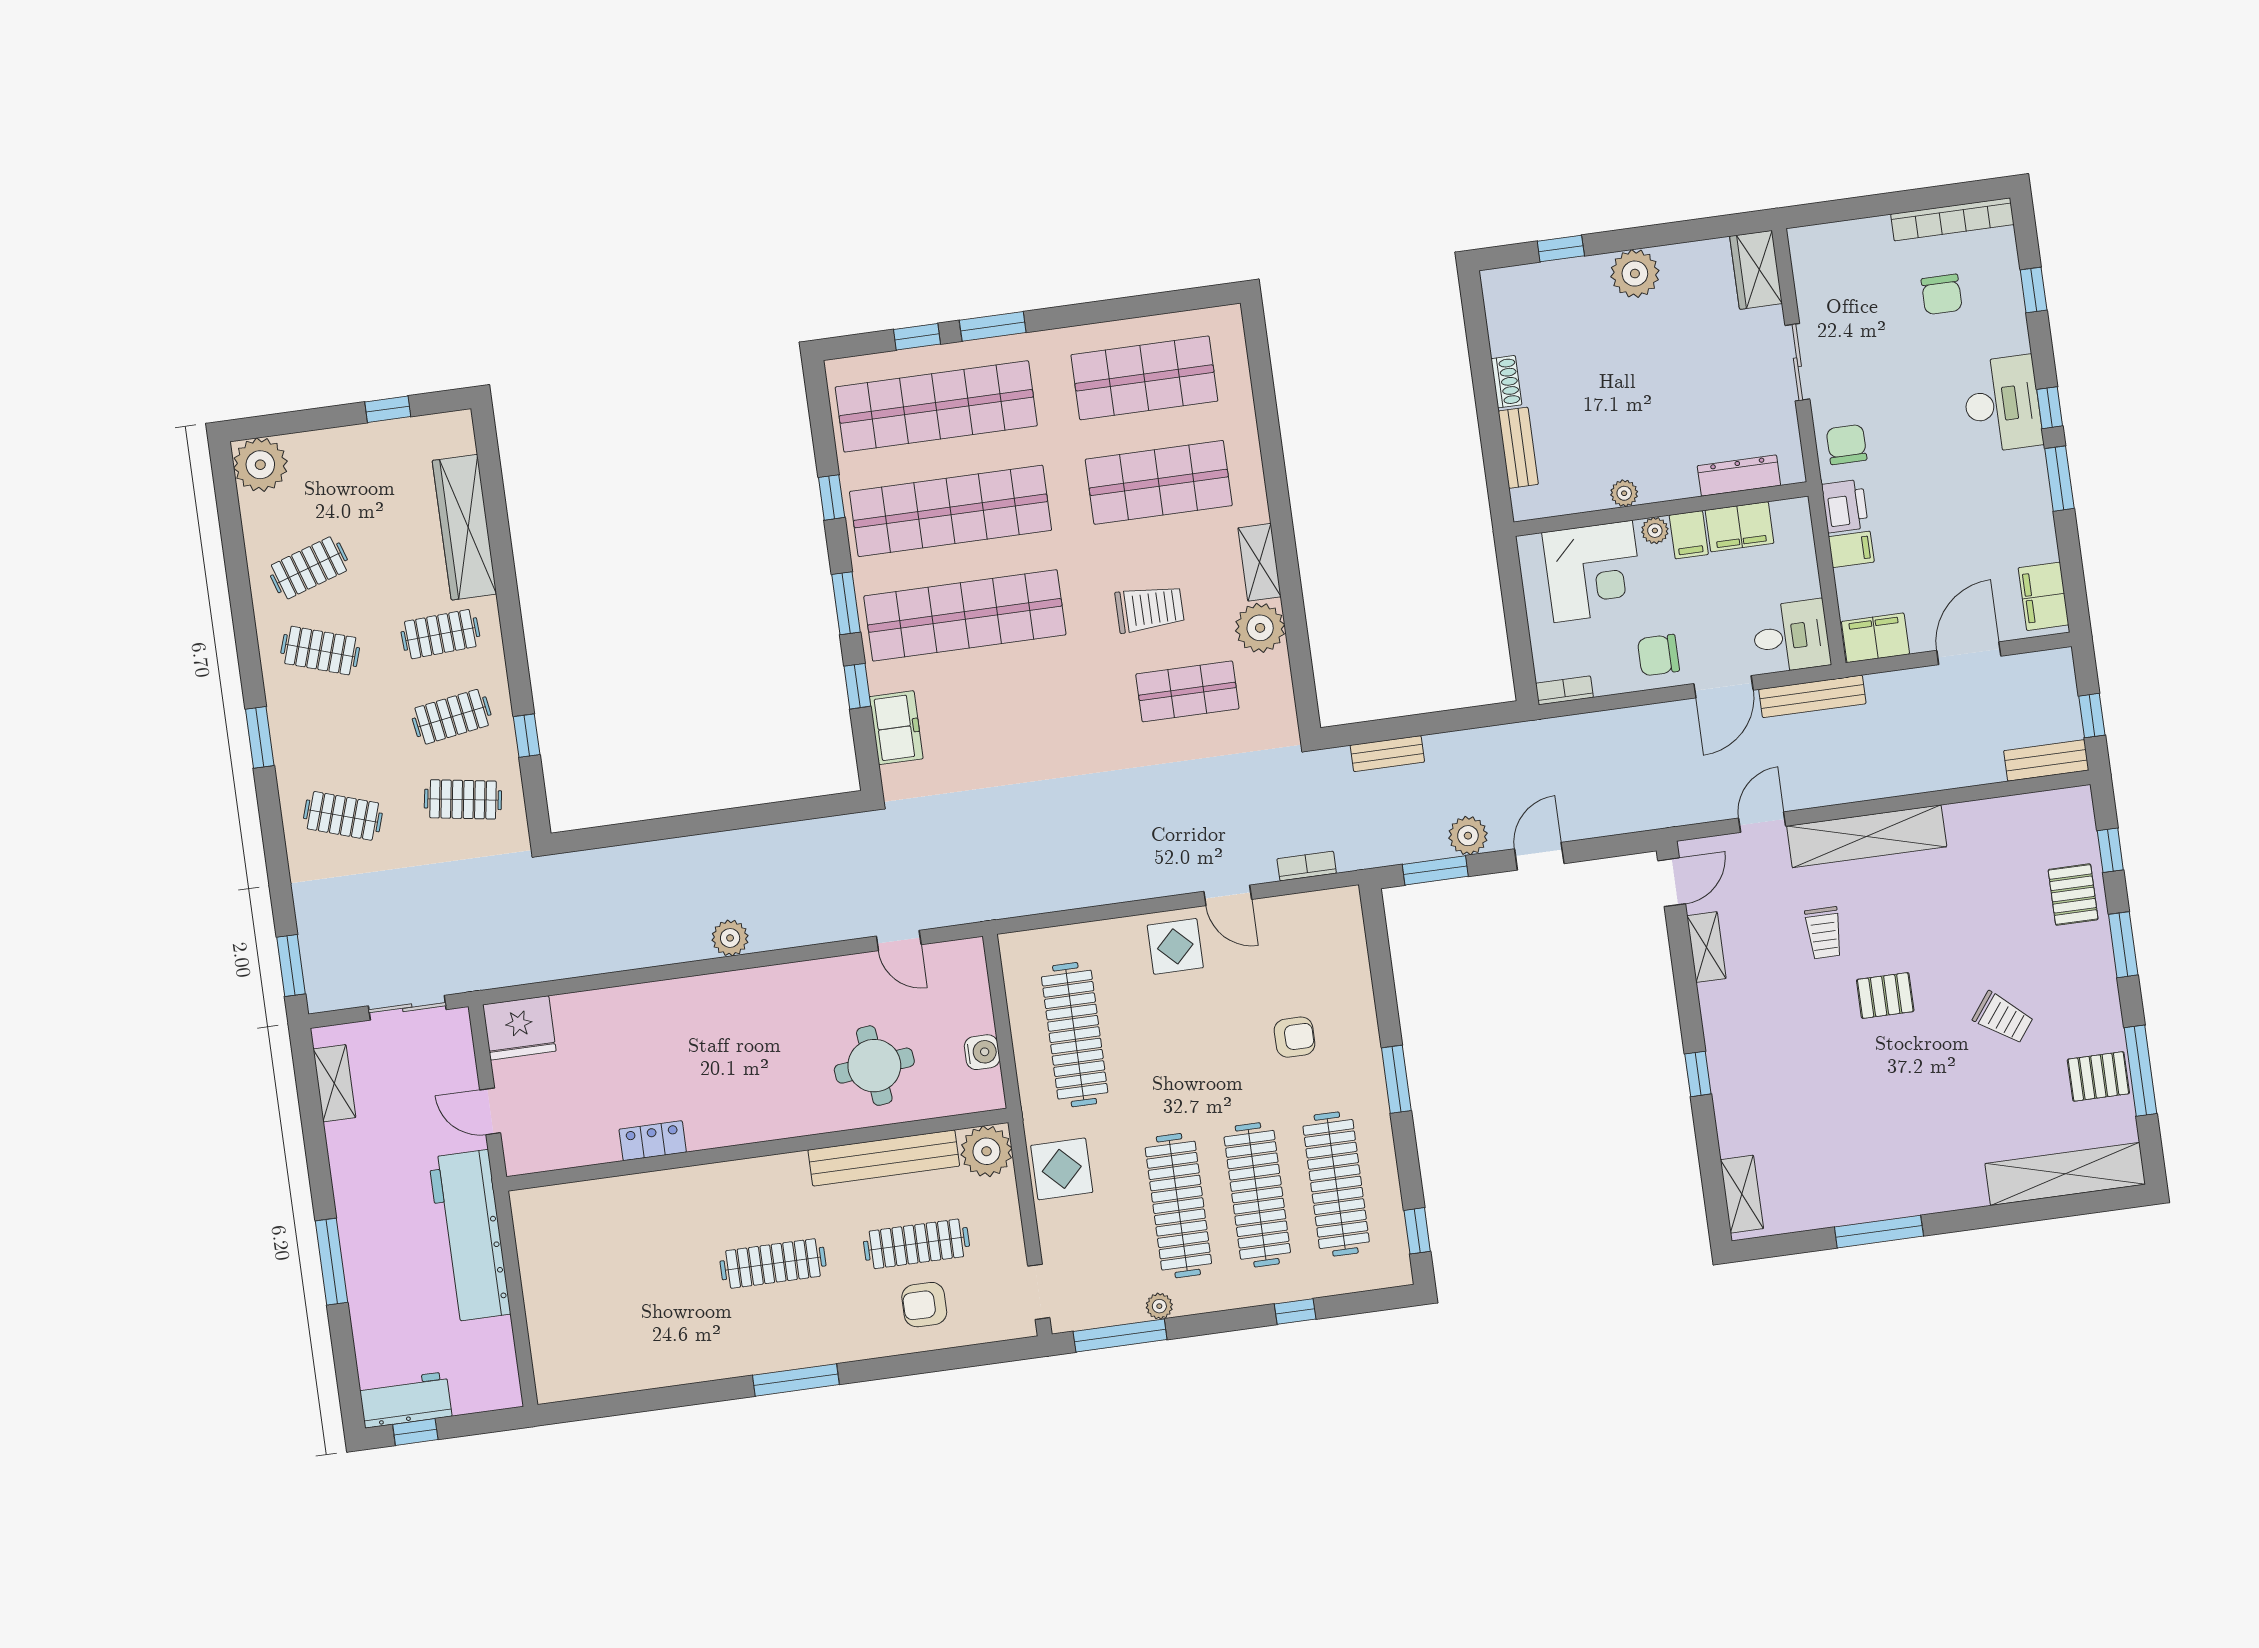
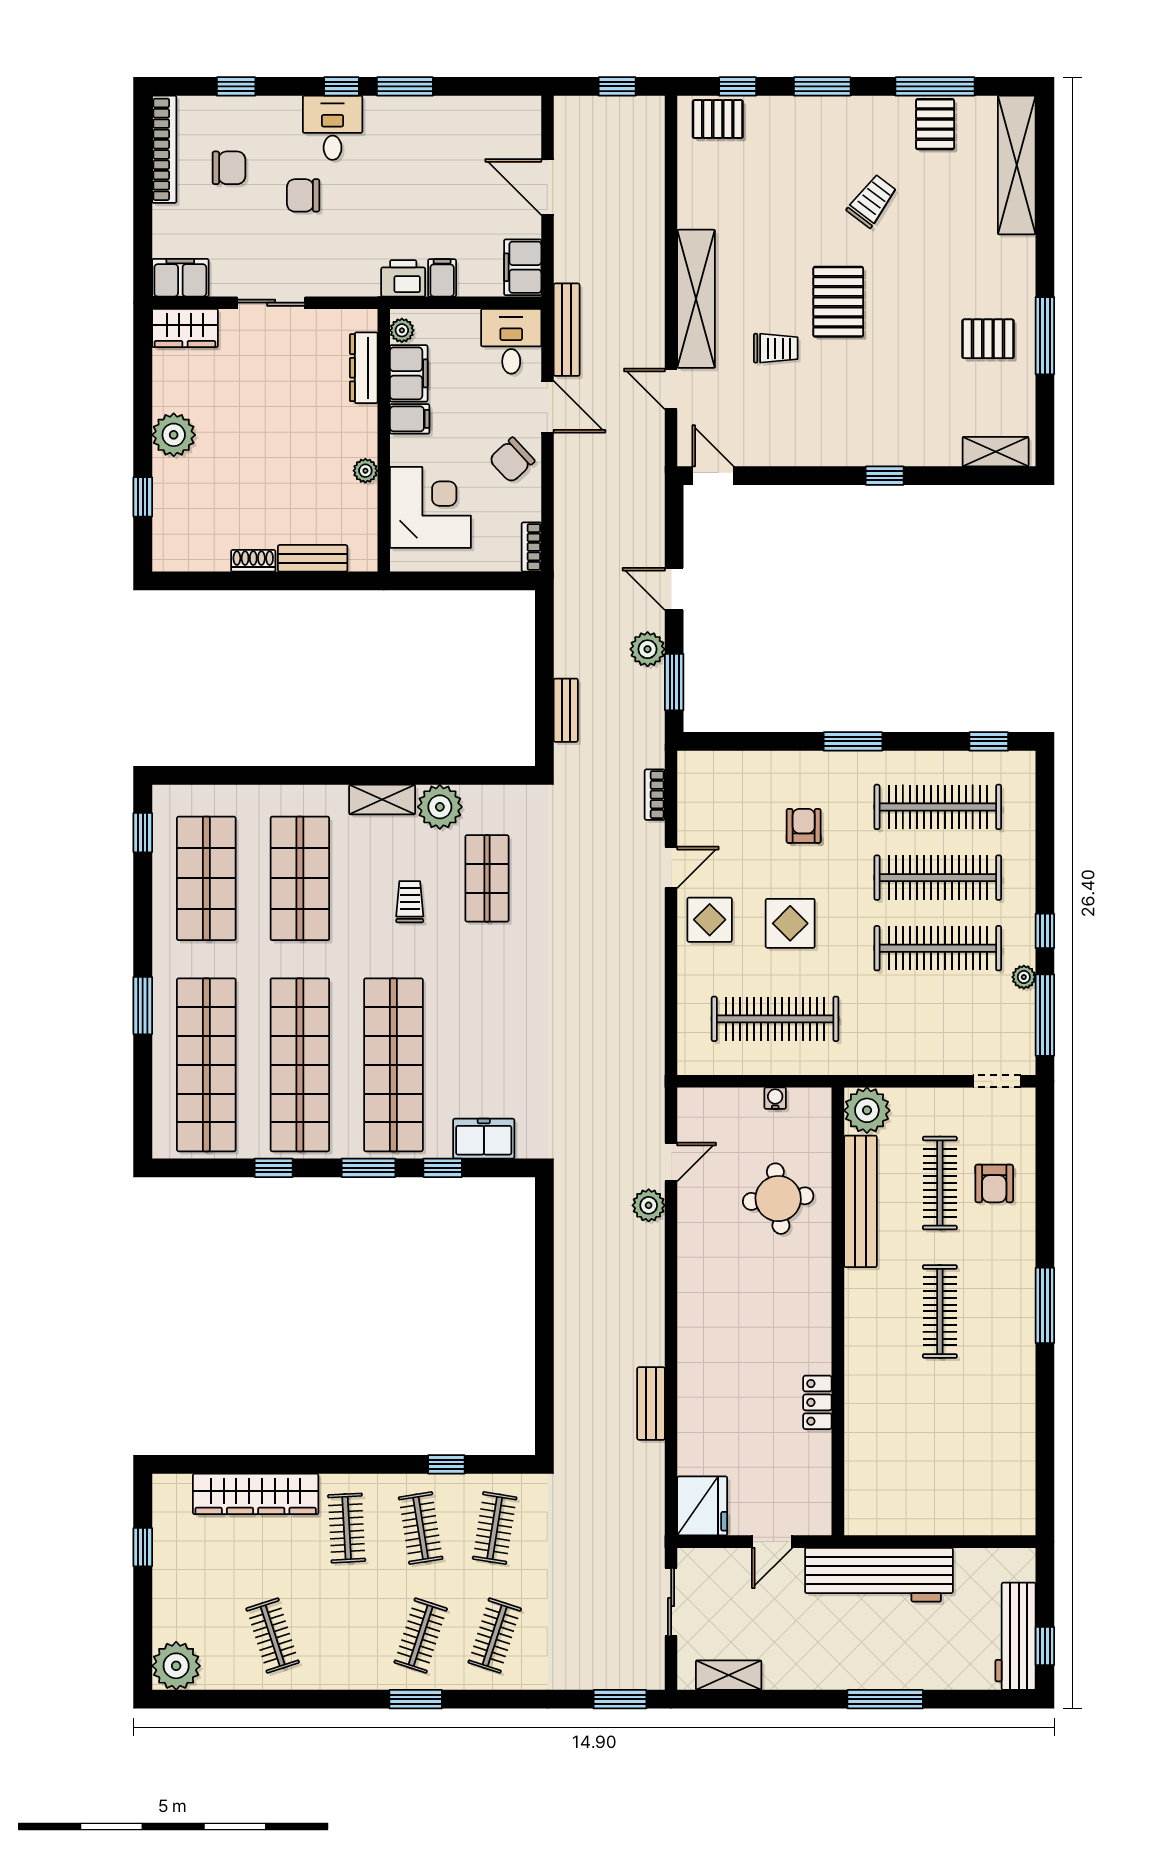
window: (917, 337) -> (143, 833), moved
desk: (2002, 404) -> (333, 128), width x0.73
chair: (1847, 444) -> (303, 195), moved
plant: (1655, 531) -> (402, 330), moved
filing cabinet: (2044, 596) -> (180, 278), moved, turned 180
trolley: (1150, 609) -> (410, 902), width x0.73, depth x0.72
clothes rail: (320, 651) -> (421, 1636), moved
chair: (1658, 655) -> (512, 460), turned 47
bench: (2046, 760) -> (651, 1404), moved
pallet: (2073, 895) -> (718, 119), moved
plant: (730, 938) -> (649, 1205), moved
shelving: (1707, 947) -> (774, 453), removed
pallet: (1885, 996) -> (838, 302), width x1.50, depth x1.42
water cooler: (982, 1052) -> (775, 1098), width x0.72, depth x0.72
pallet: (1867, 1168) -> (988, 339), added
display table: (1062, 1169) -> (790, 923), moved
window: (1295, 1311) -> (1045, 931), moved
workbench: (405, 1400) -> (1015, 1636), width x1.38

